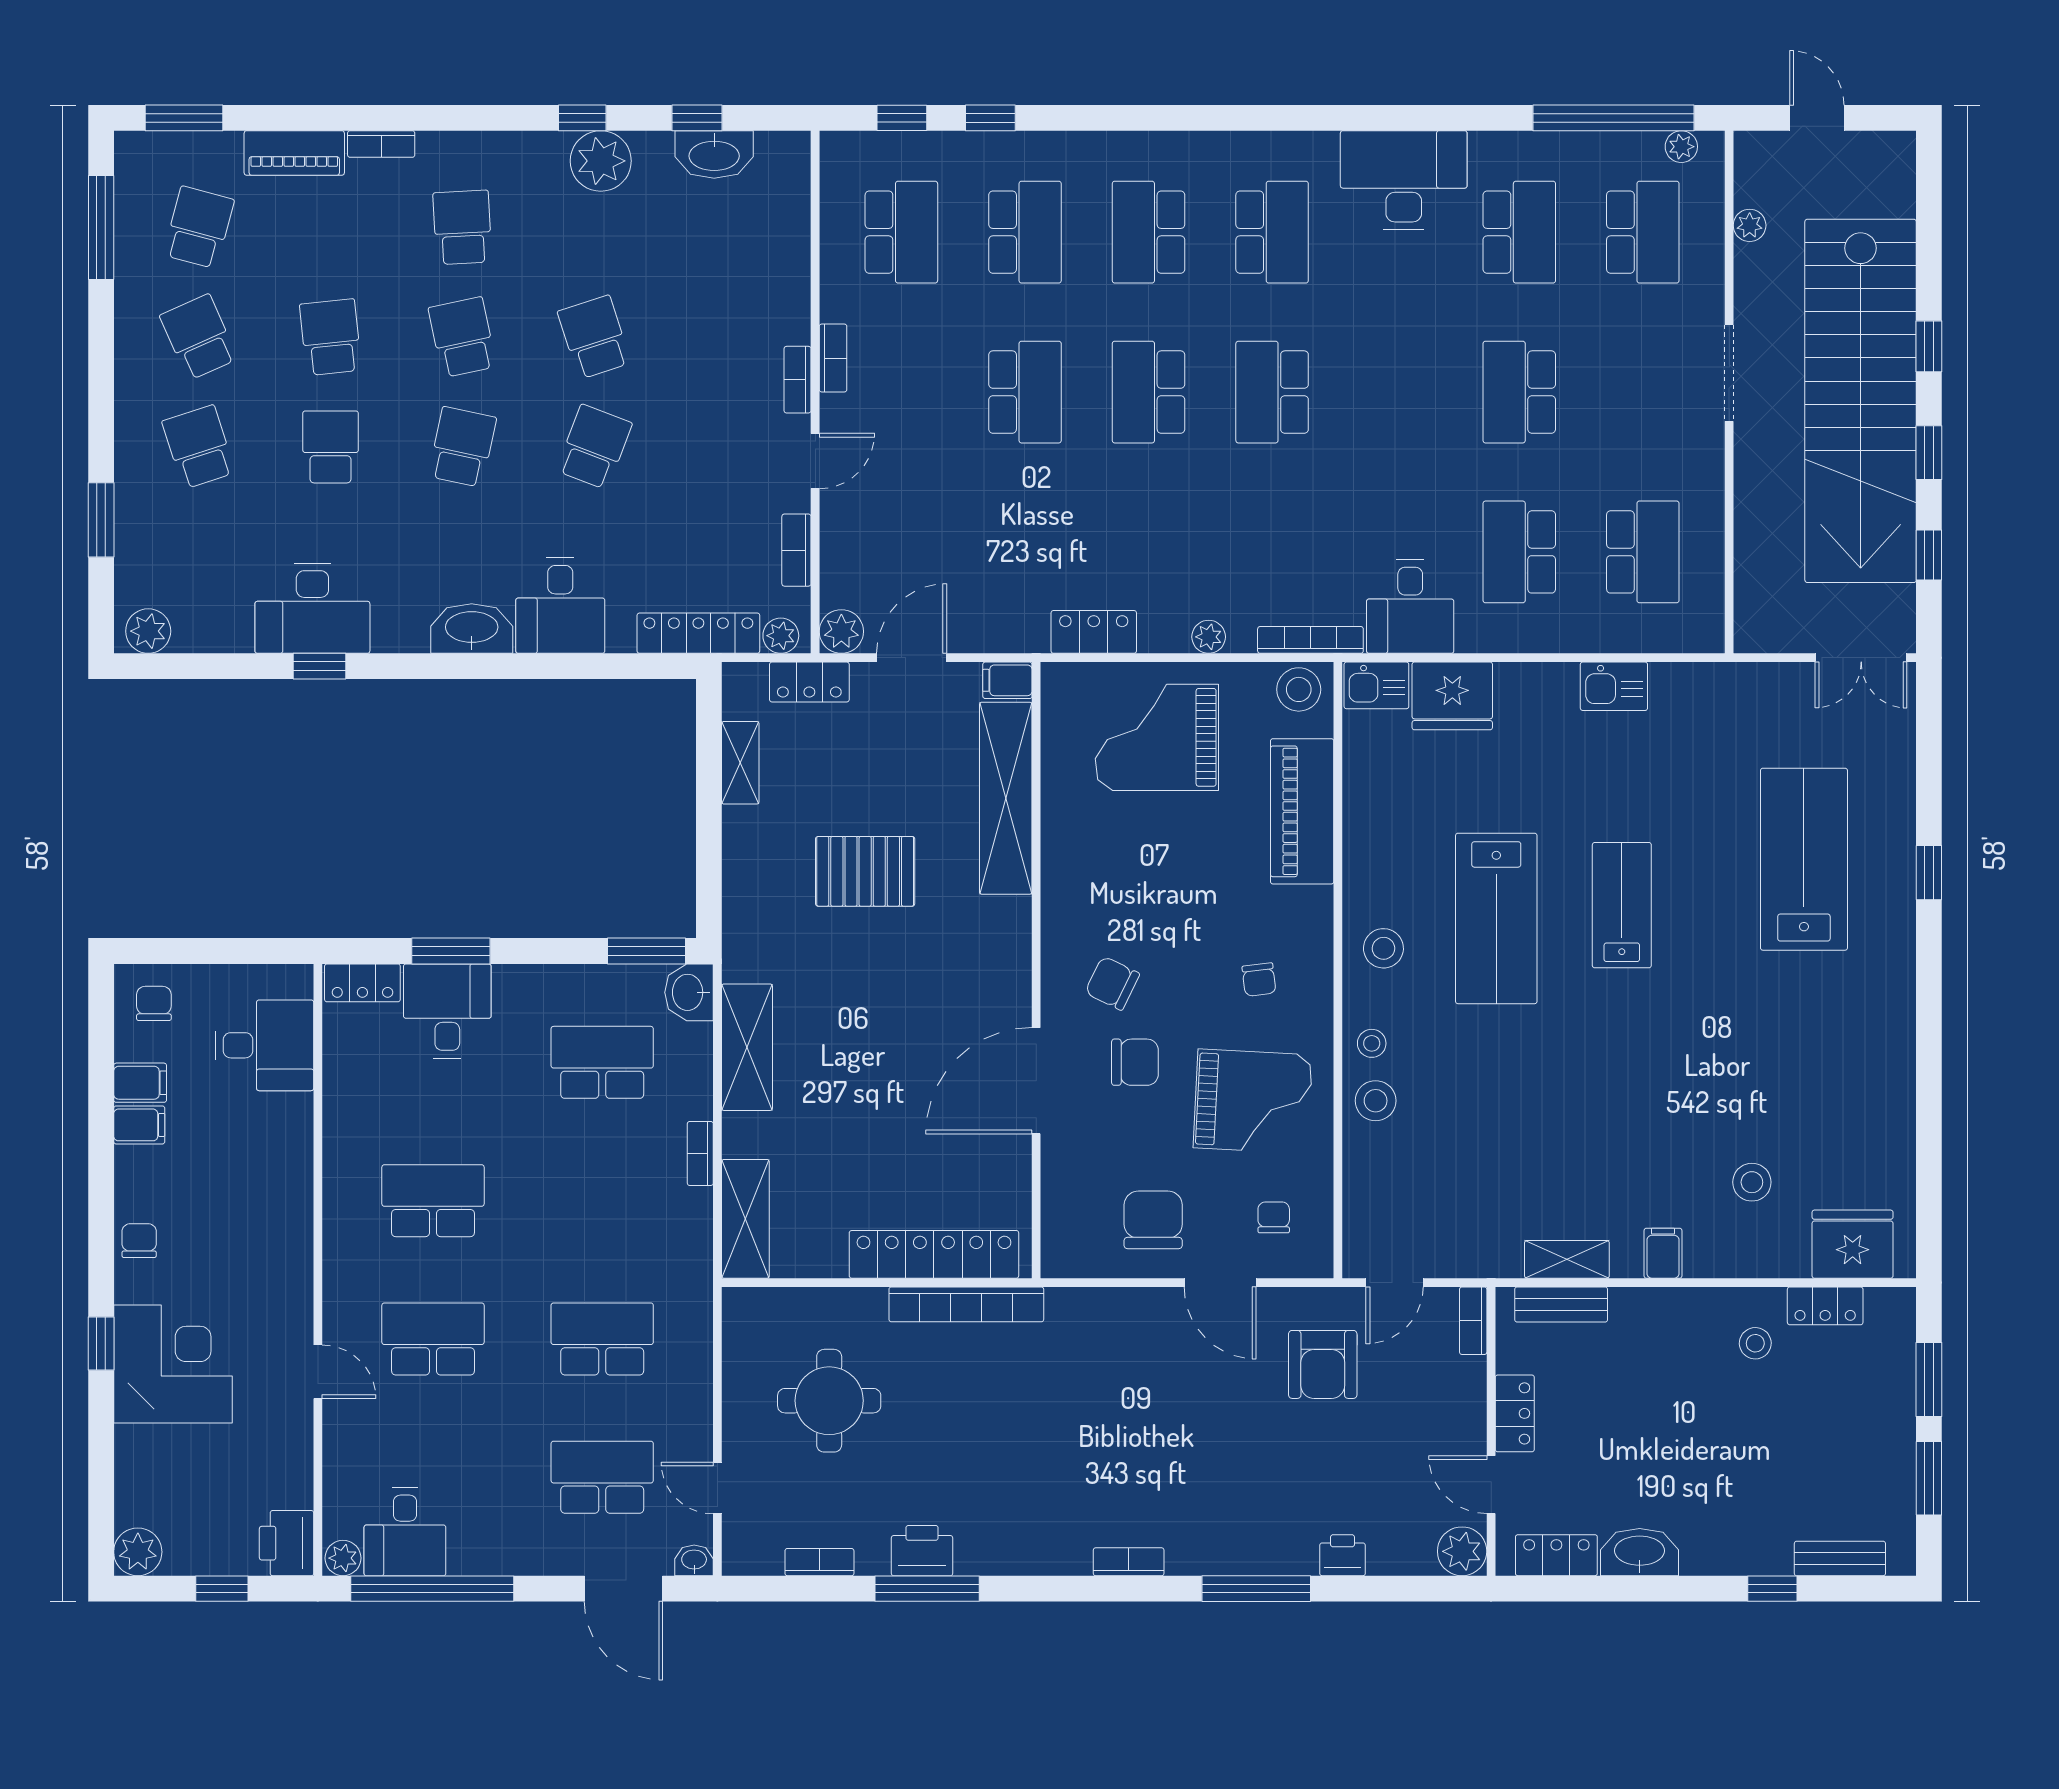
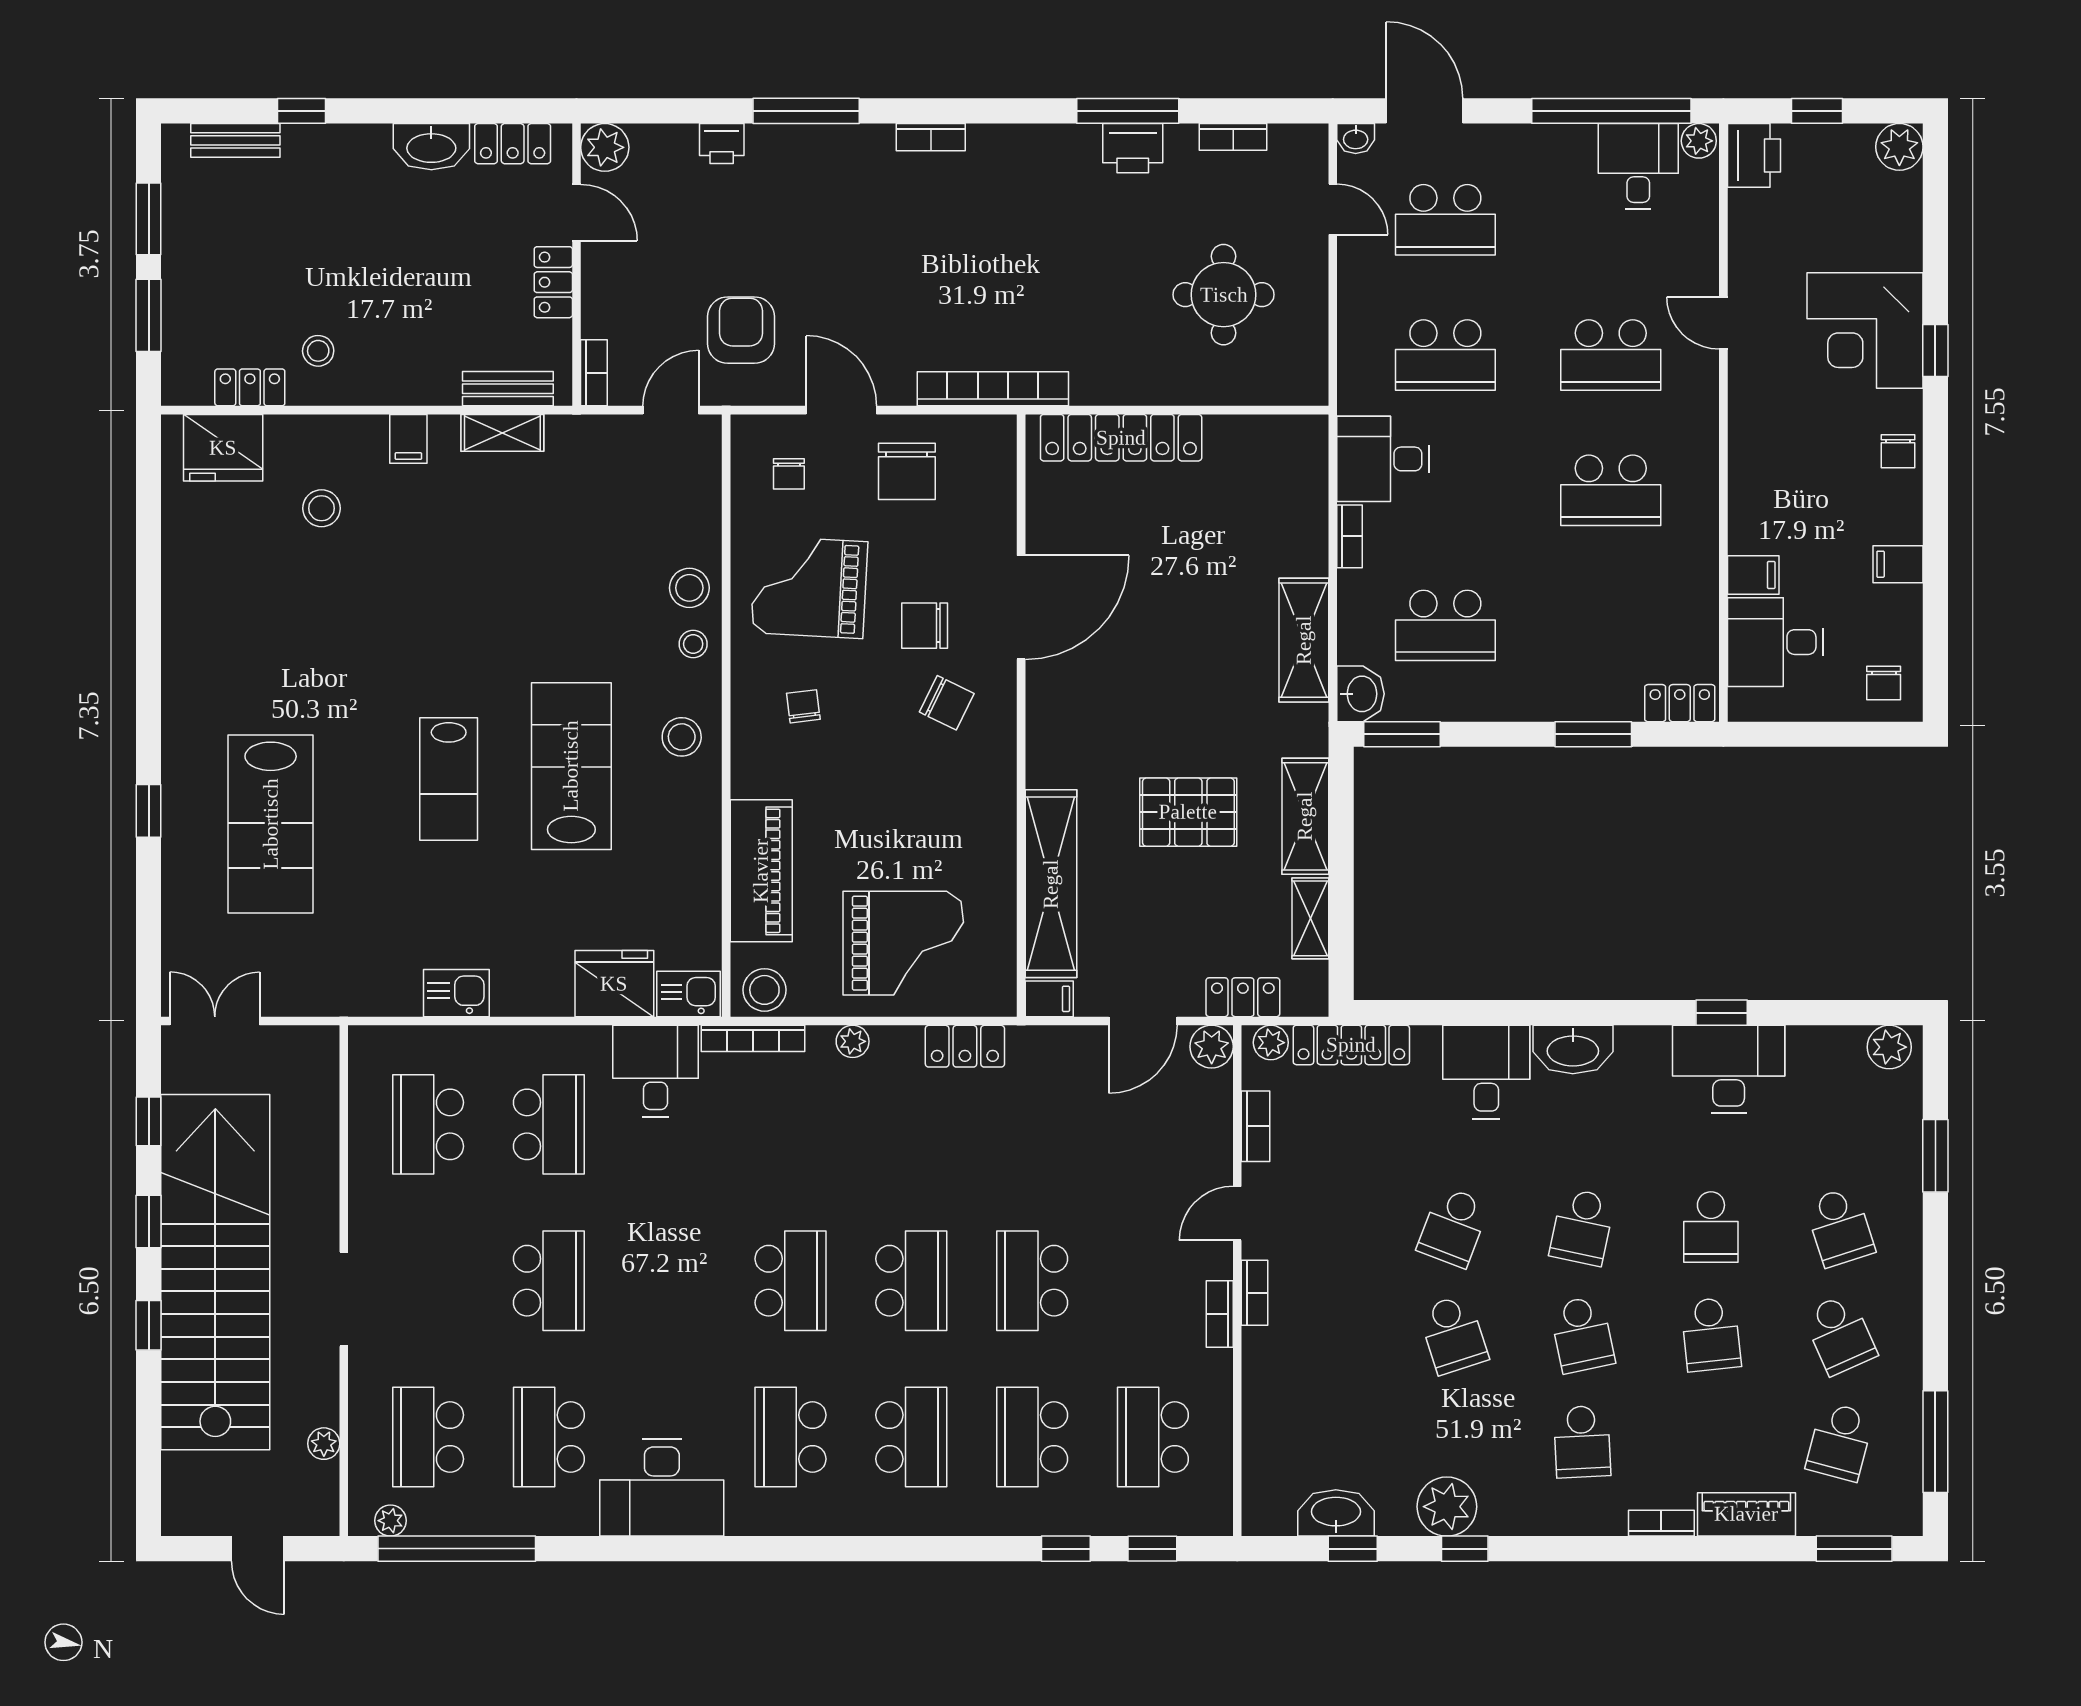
desk: (447, 1011) -> (1383, 459), moved, turned 90
filing cabinet: (140, 1083) -> (1753, 575), moved, turned 180
shelving: (745, 1219) -> (1305, 816), moved
bookcase: (966, 1304) -> (993, 389), moved

